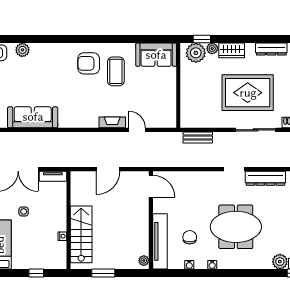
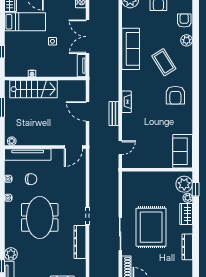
armchair: (89, 63) -> (175, 95), turned 180
coffee table: (116, 71) -> (164, 62), moved, turned 58
fireplace: (112, 122) -> (126, 102), moved
door: (137, 130) -> (120, 148), moved
bench: (198, 137) -> (114, 114), moved

